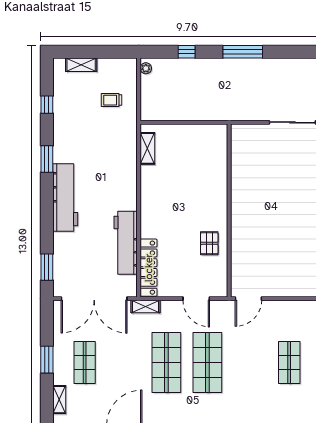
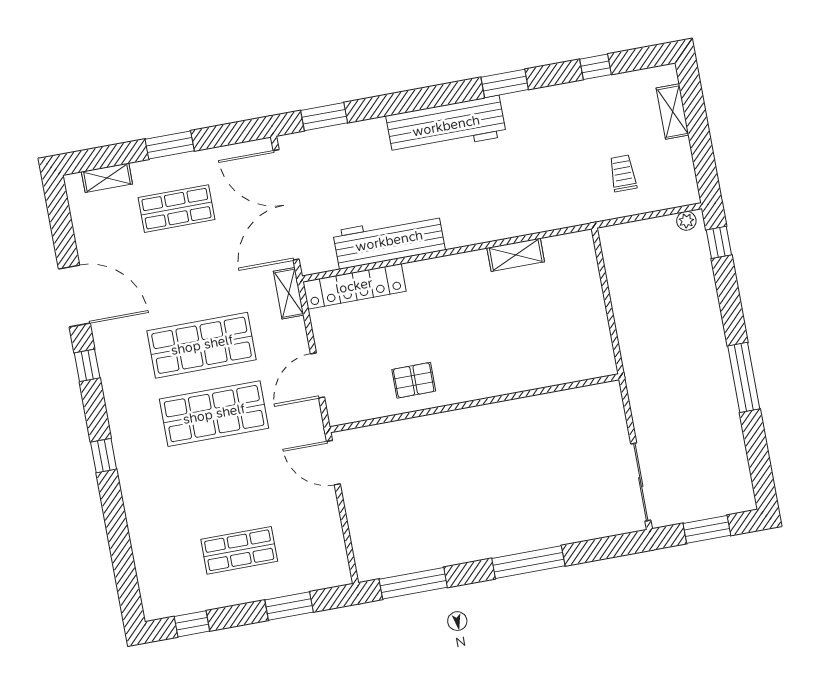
window: (187, 52) -> (719, 242), moved
shelving: (147, 148) -> (516, 255), moved

